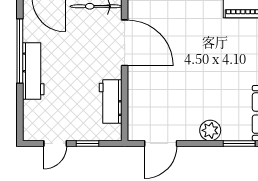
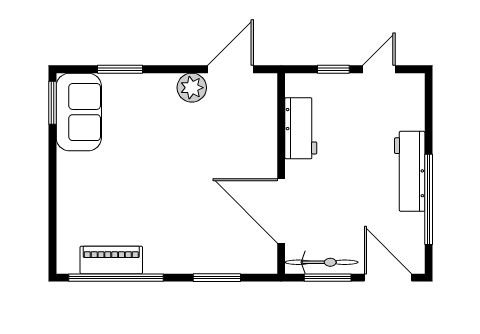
plant: (210, 130) -> (192, 88), moved

